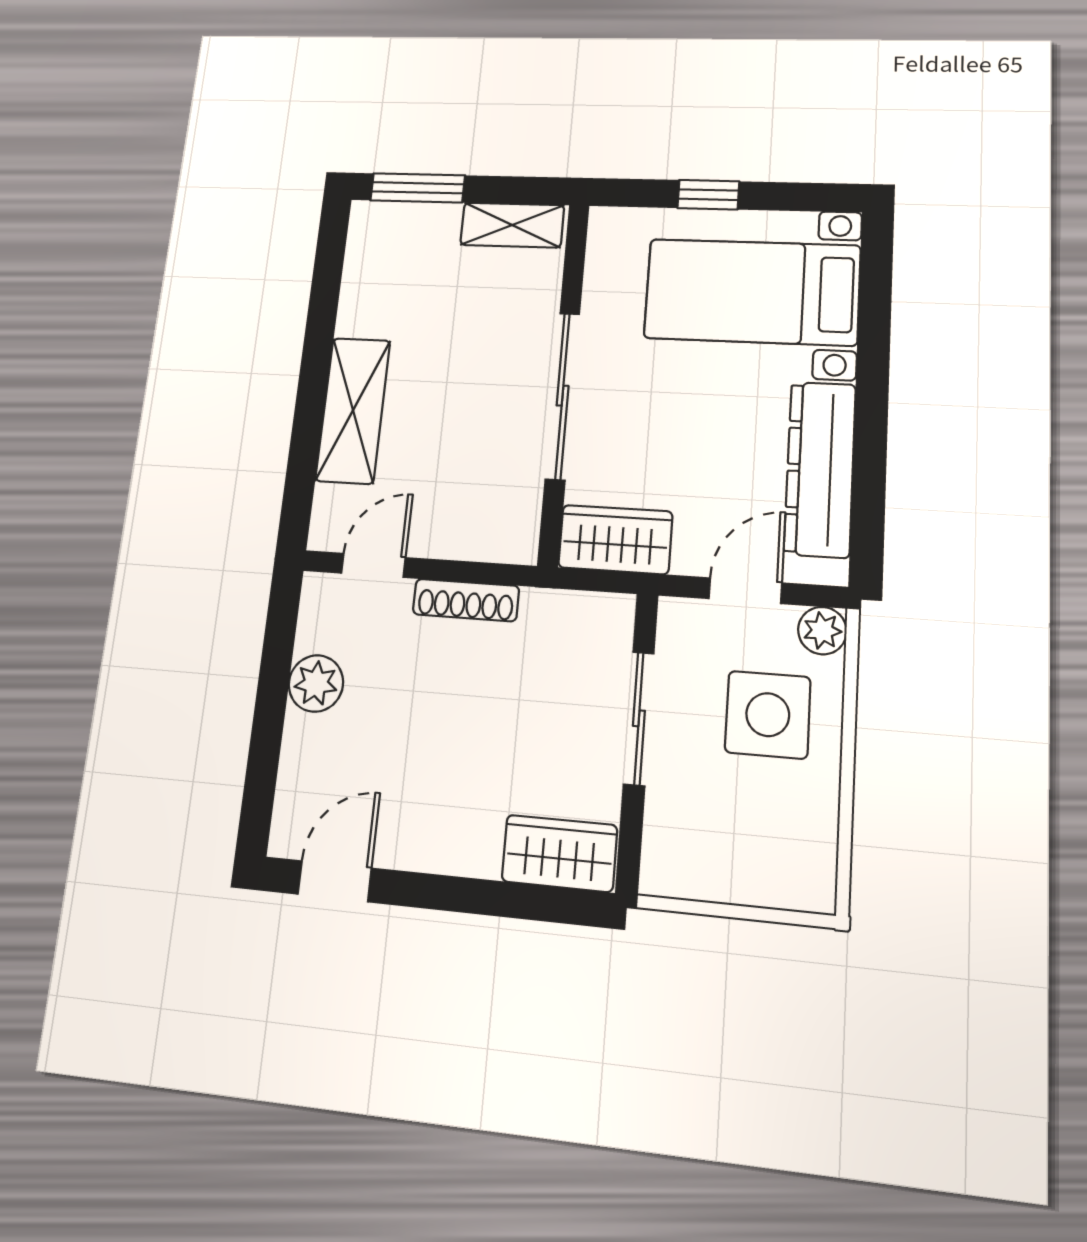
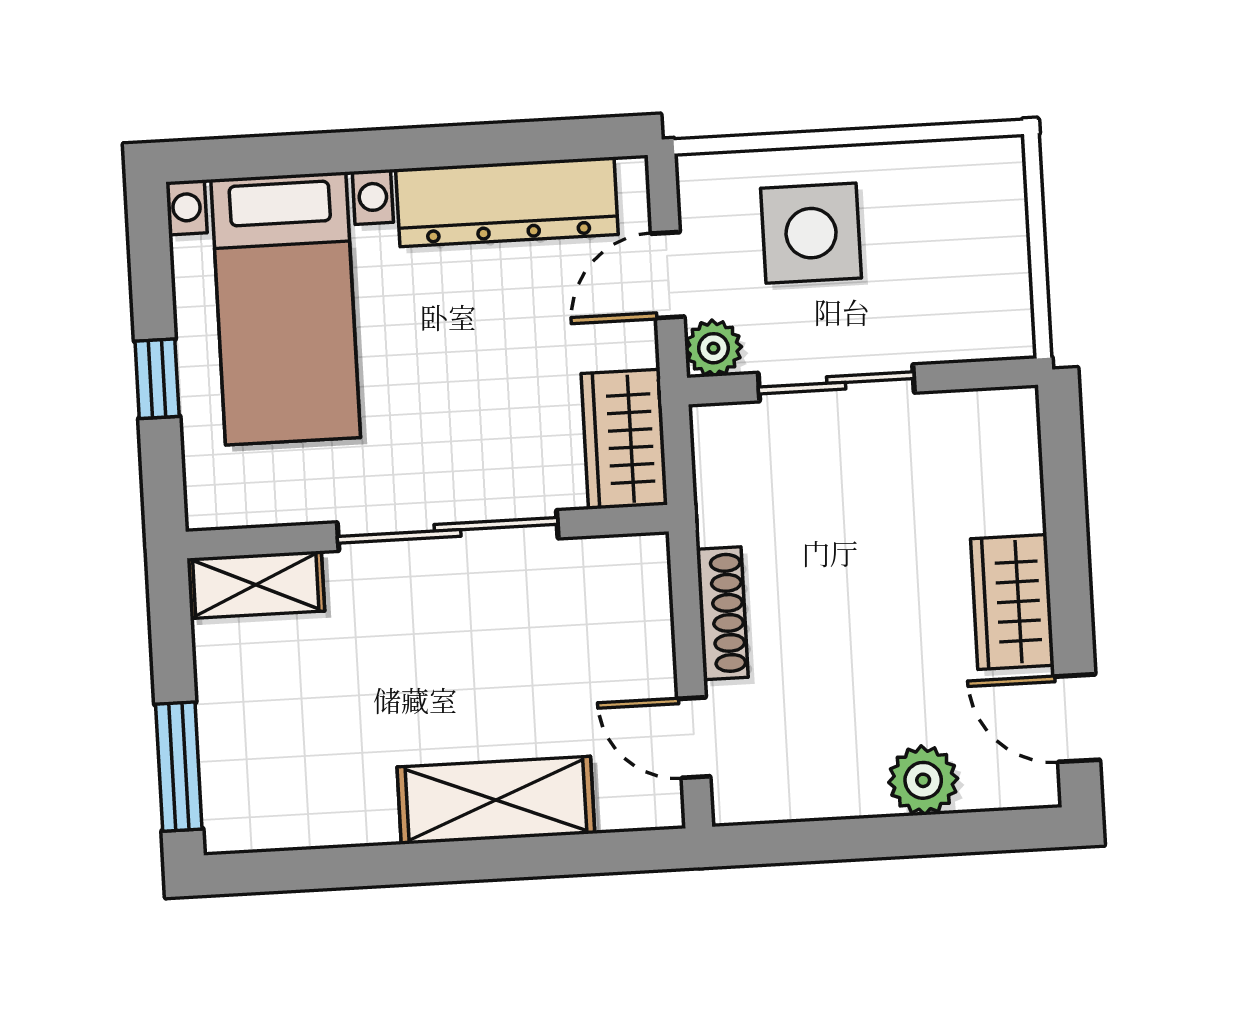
shelving: (512, 225) -> (256, 585), moved, turned 90
door: (745, 591) -> (668, 275), hinge flipped
plant: (822, 631) -> (713, 348), moved
plant: (316, 683) -> (923, 780), moved
wardrobe: (559, 853) -> (1012, 602), moved

